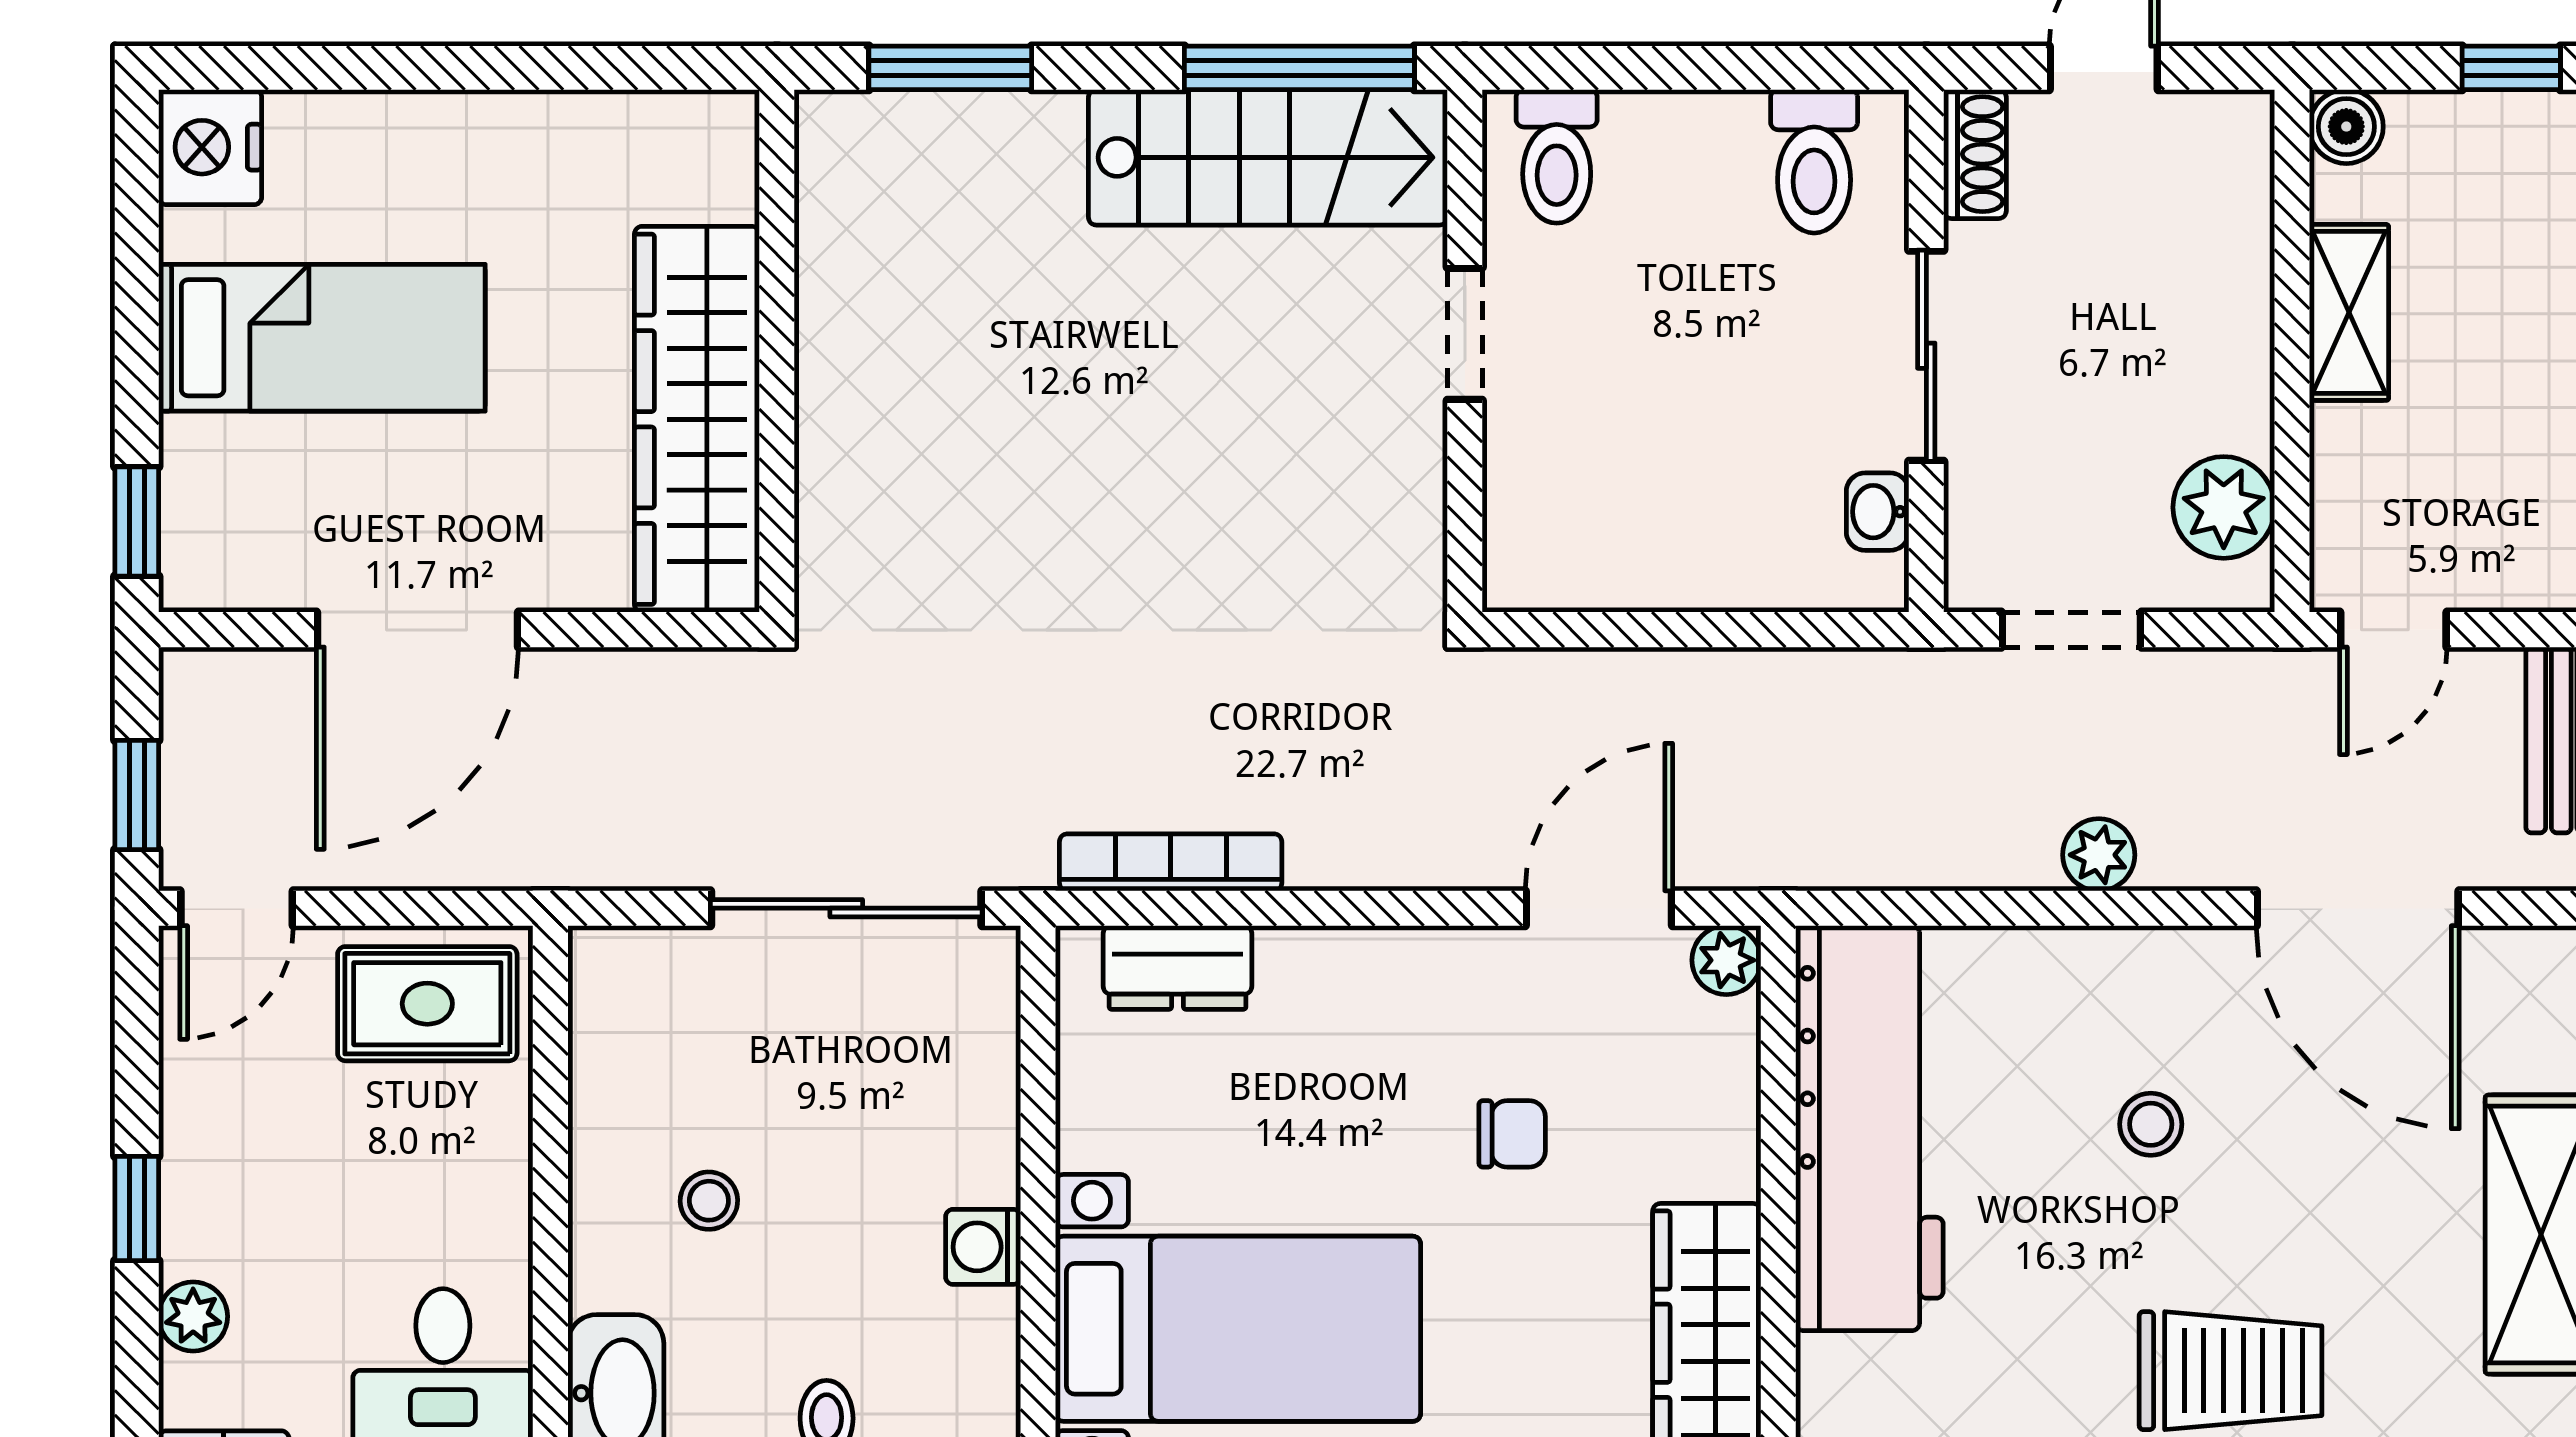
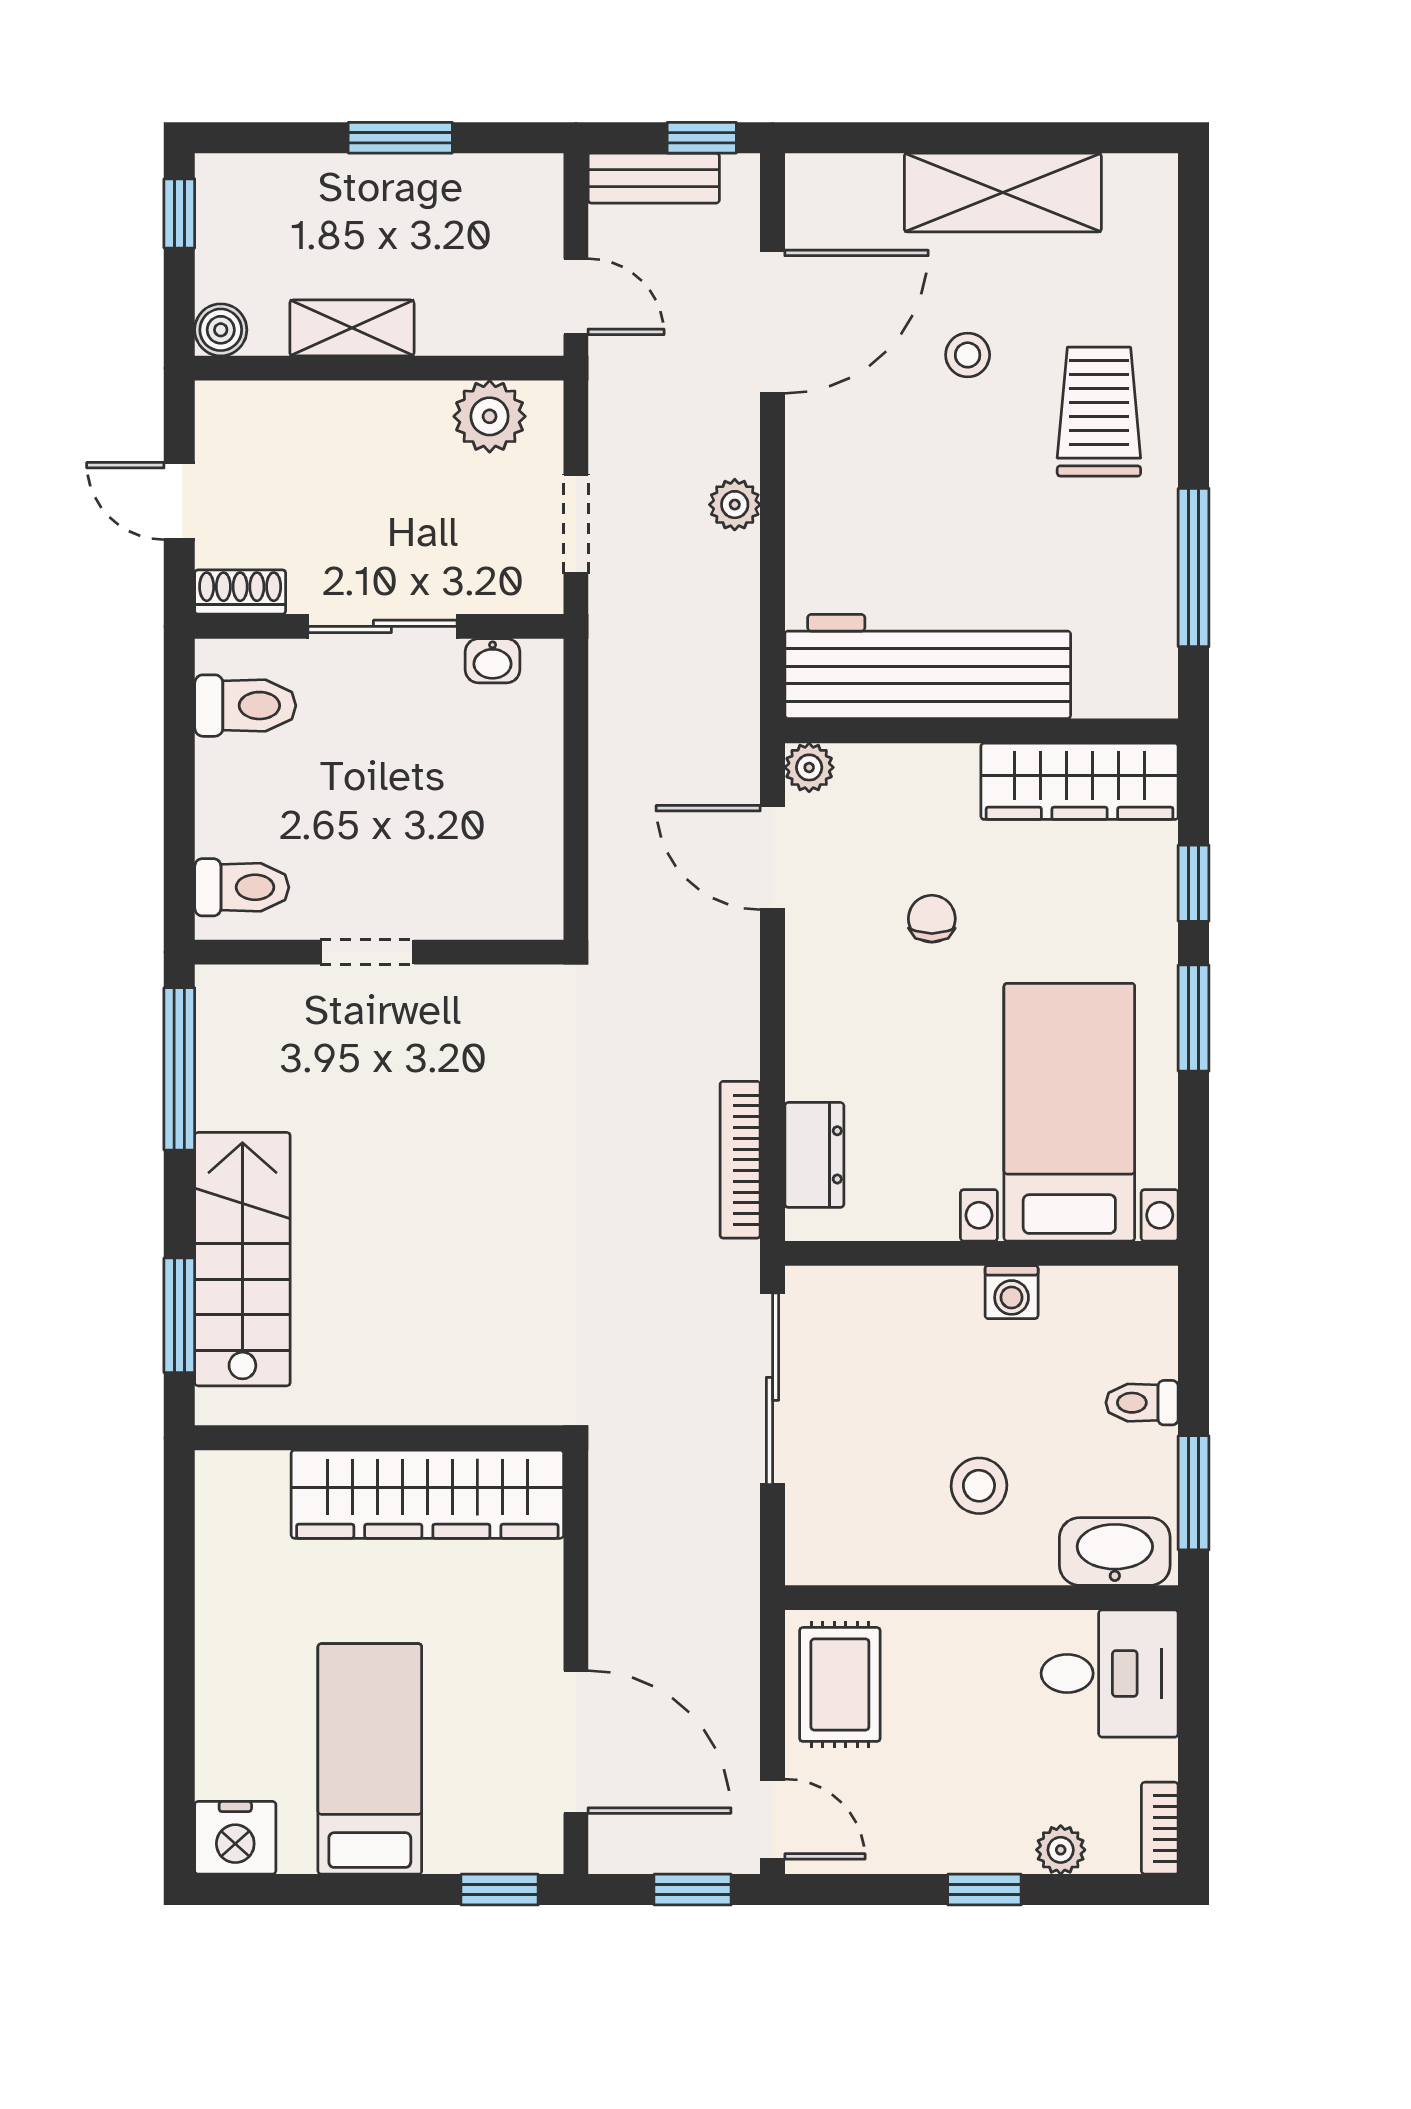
stairs: (1268, 157) -> (242, 1259), moved
door: (417, 630) -> (576, 1742), moved
stool: (2151, 1124) -> (968, 355), moved
stool: (709, 1201) -> (979, 1486), width x1.37, depth x1.37

